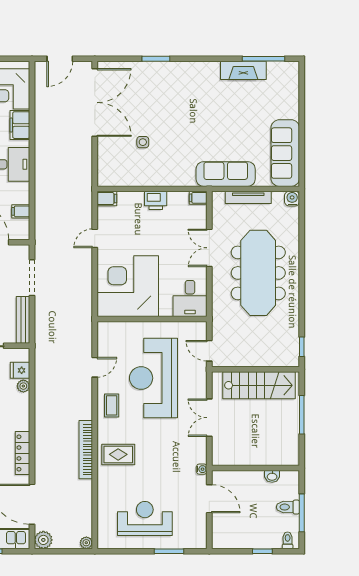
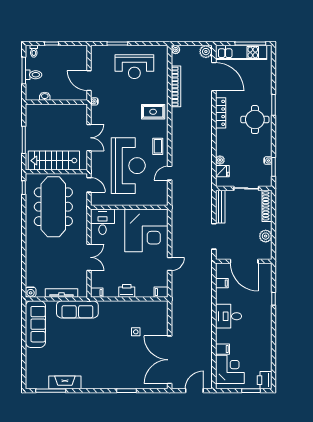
filing cabinet: (20, 125) -> (222, 349), width x0.50
meeting table: (258, 273) -> (53, 207), moved
bookcase: (86, 450) -> (176, 86), moved

